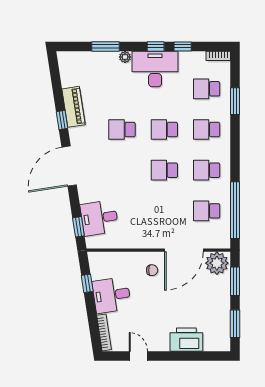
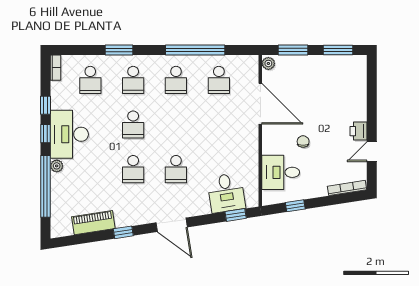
window: (105, 46) -> (46, 186), width x2.11
window: (235, 101) -> (119, 50), moved
piano: (73, 107) -> (93, 223), moved
door: (69, 166) -> (172, 225), width x0.73
school desk: (164, 170) -> (176, 169), moved
window: (235, 210) -> (195, 50), moved
plant: (217, 263) -> (268, 63), width x0.53, depth x0.53
chair: (152, 270) -> (303, 141), moved
desk: (112, 295) -> (281, 172), moved, turned 99
printer: (186, 340) -> (359, 131), moved, width x0.53, depth x0.68

